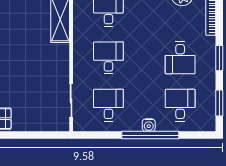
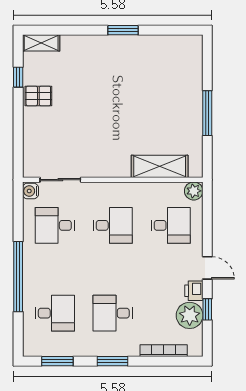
desk: (108, 105) -> (55, 225), turned 180
water cooler: (149, 125) -> (30, 191), moved

